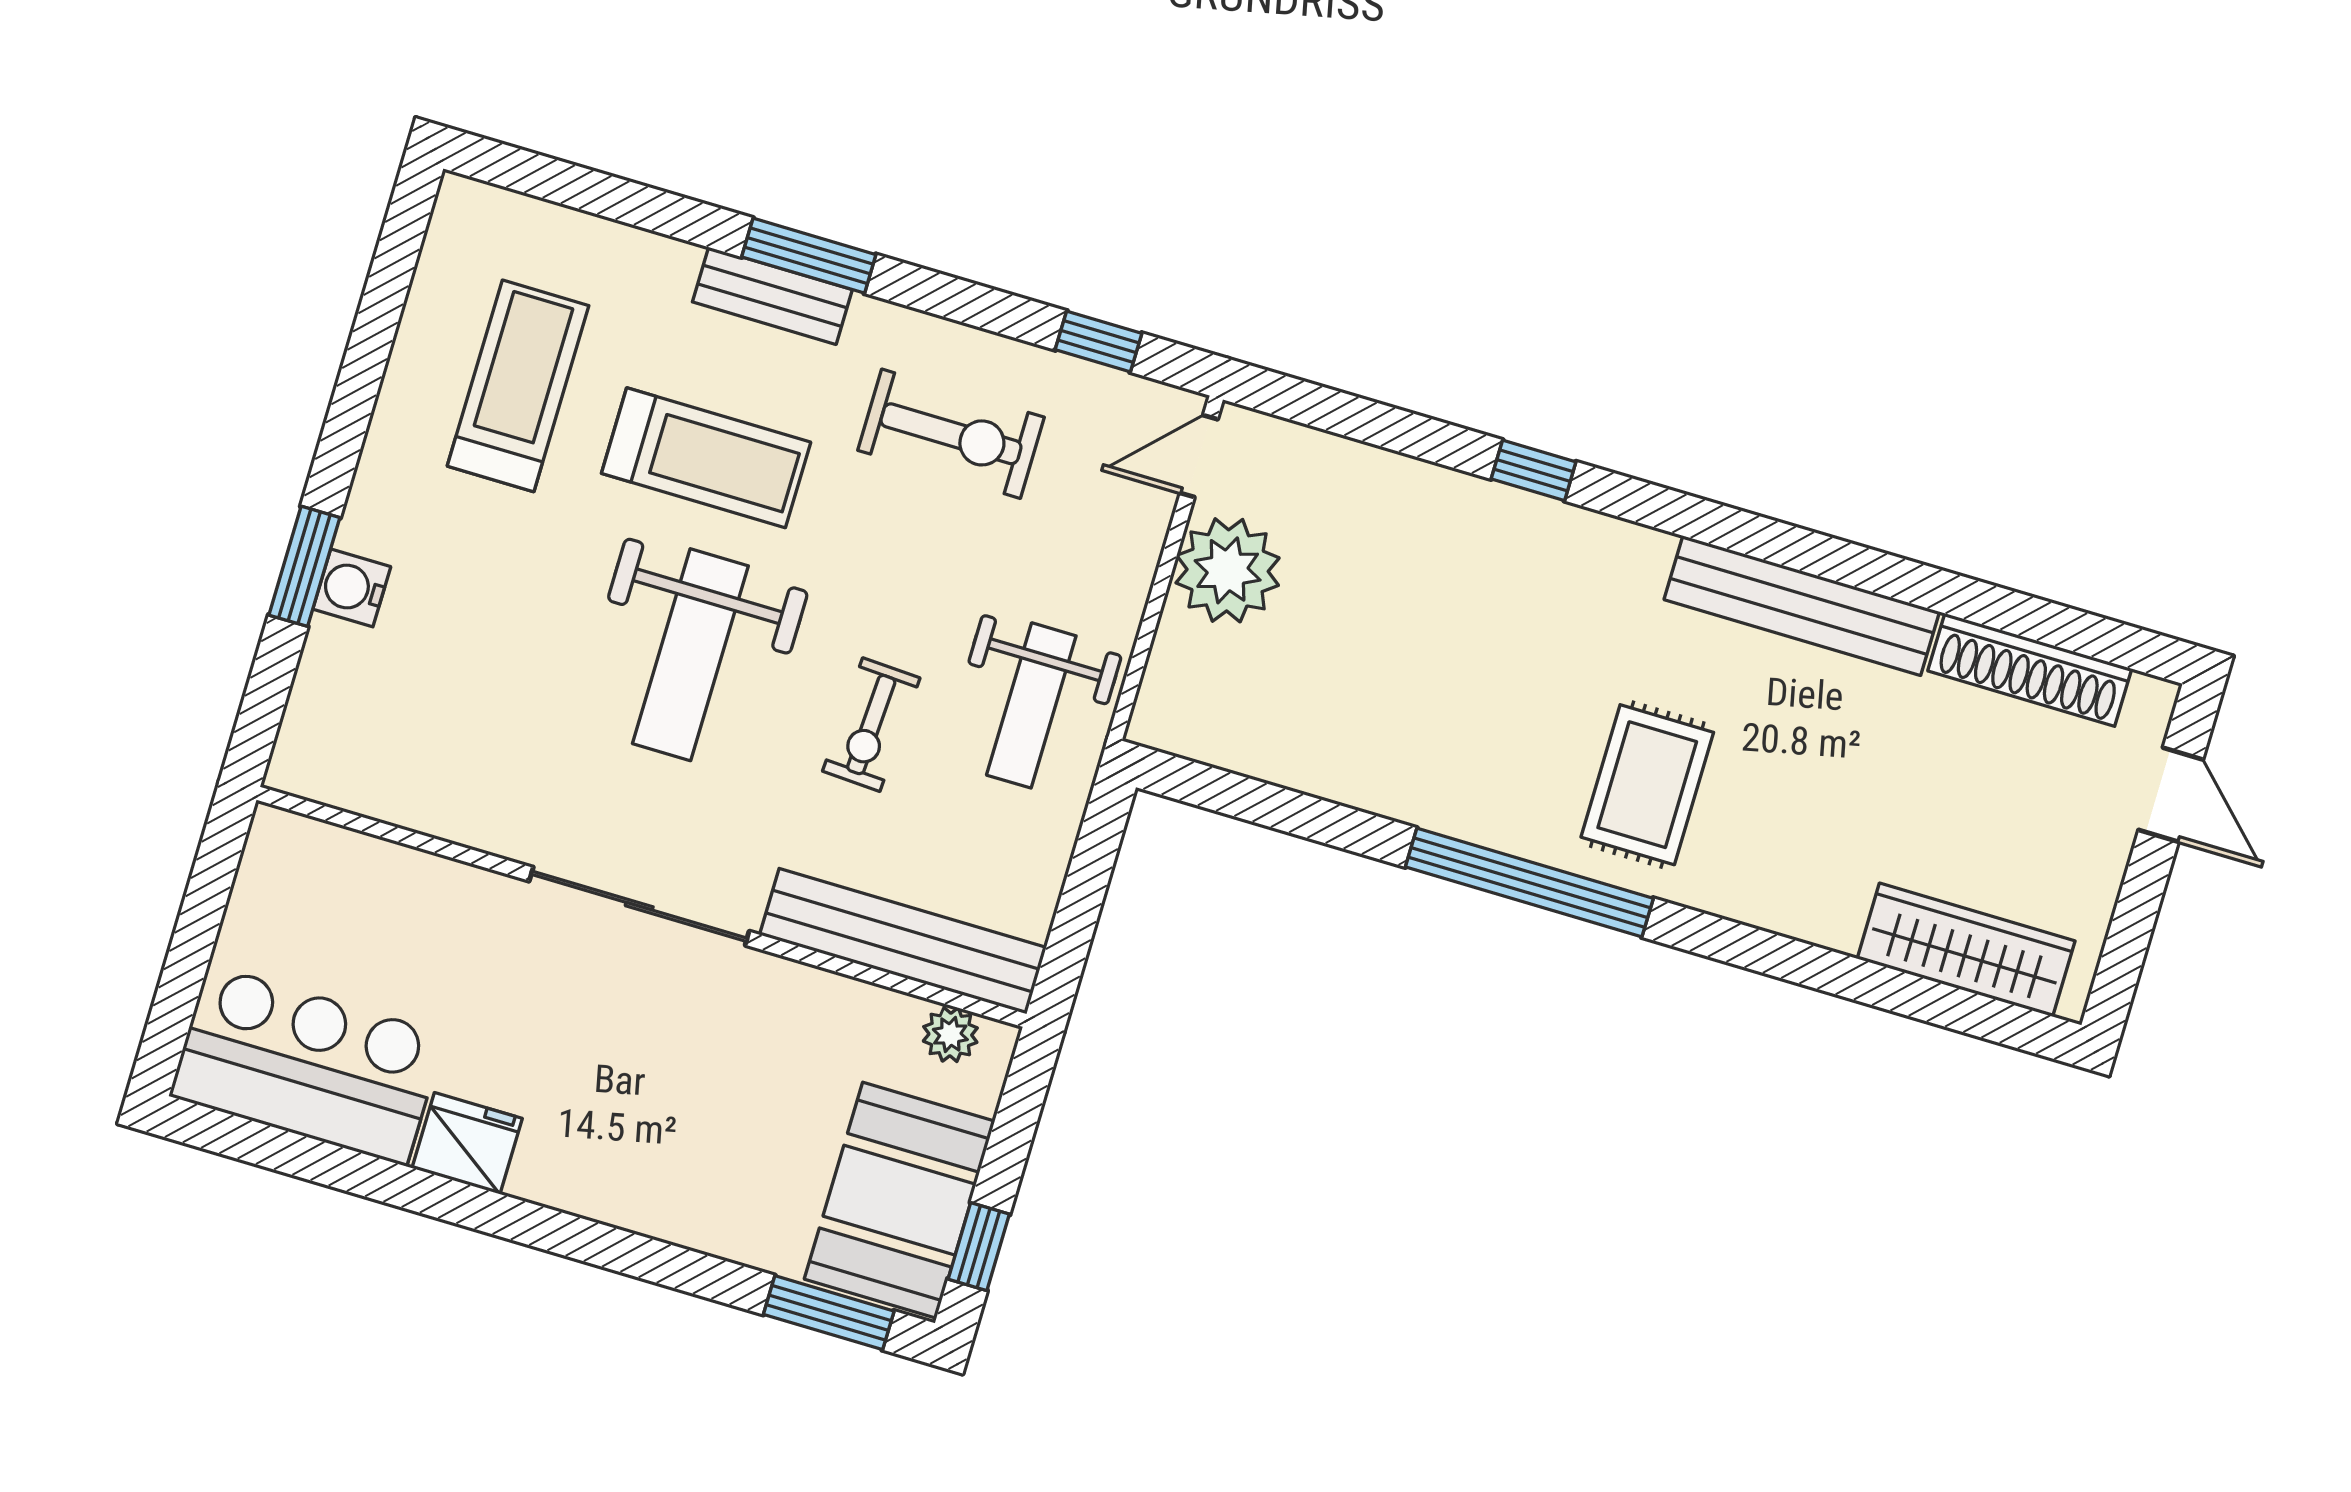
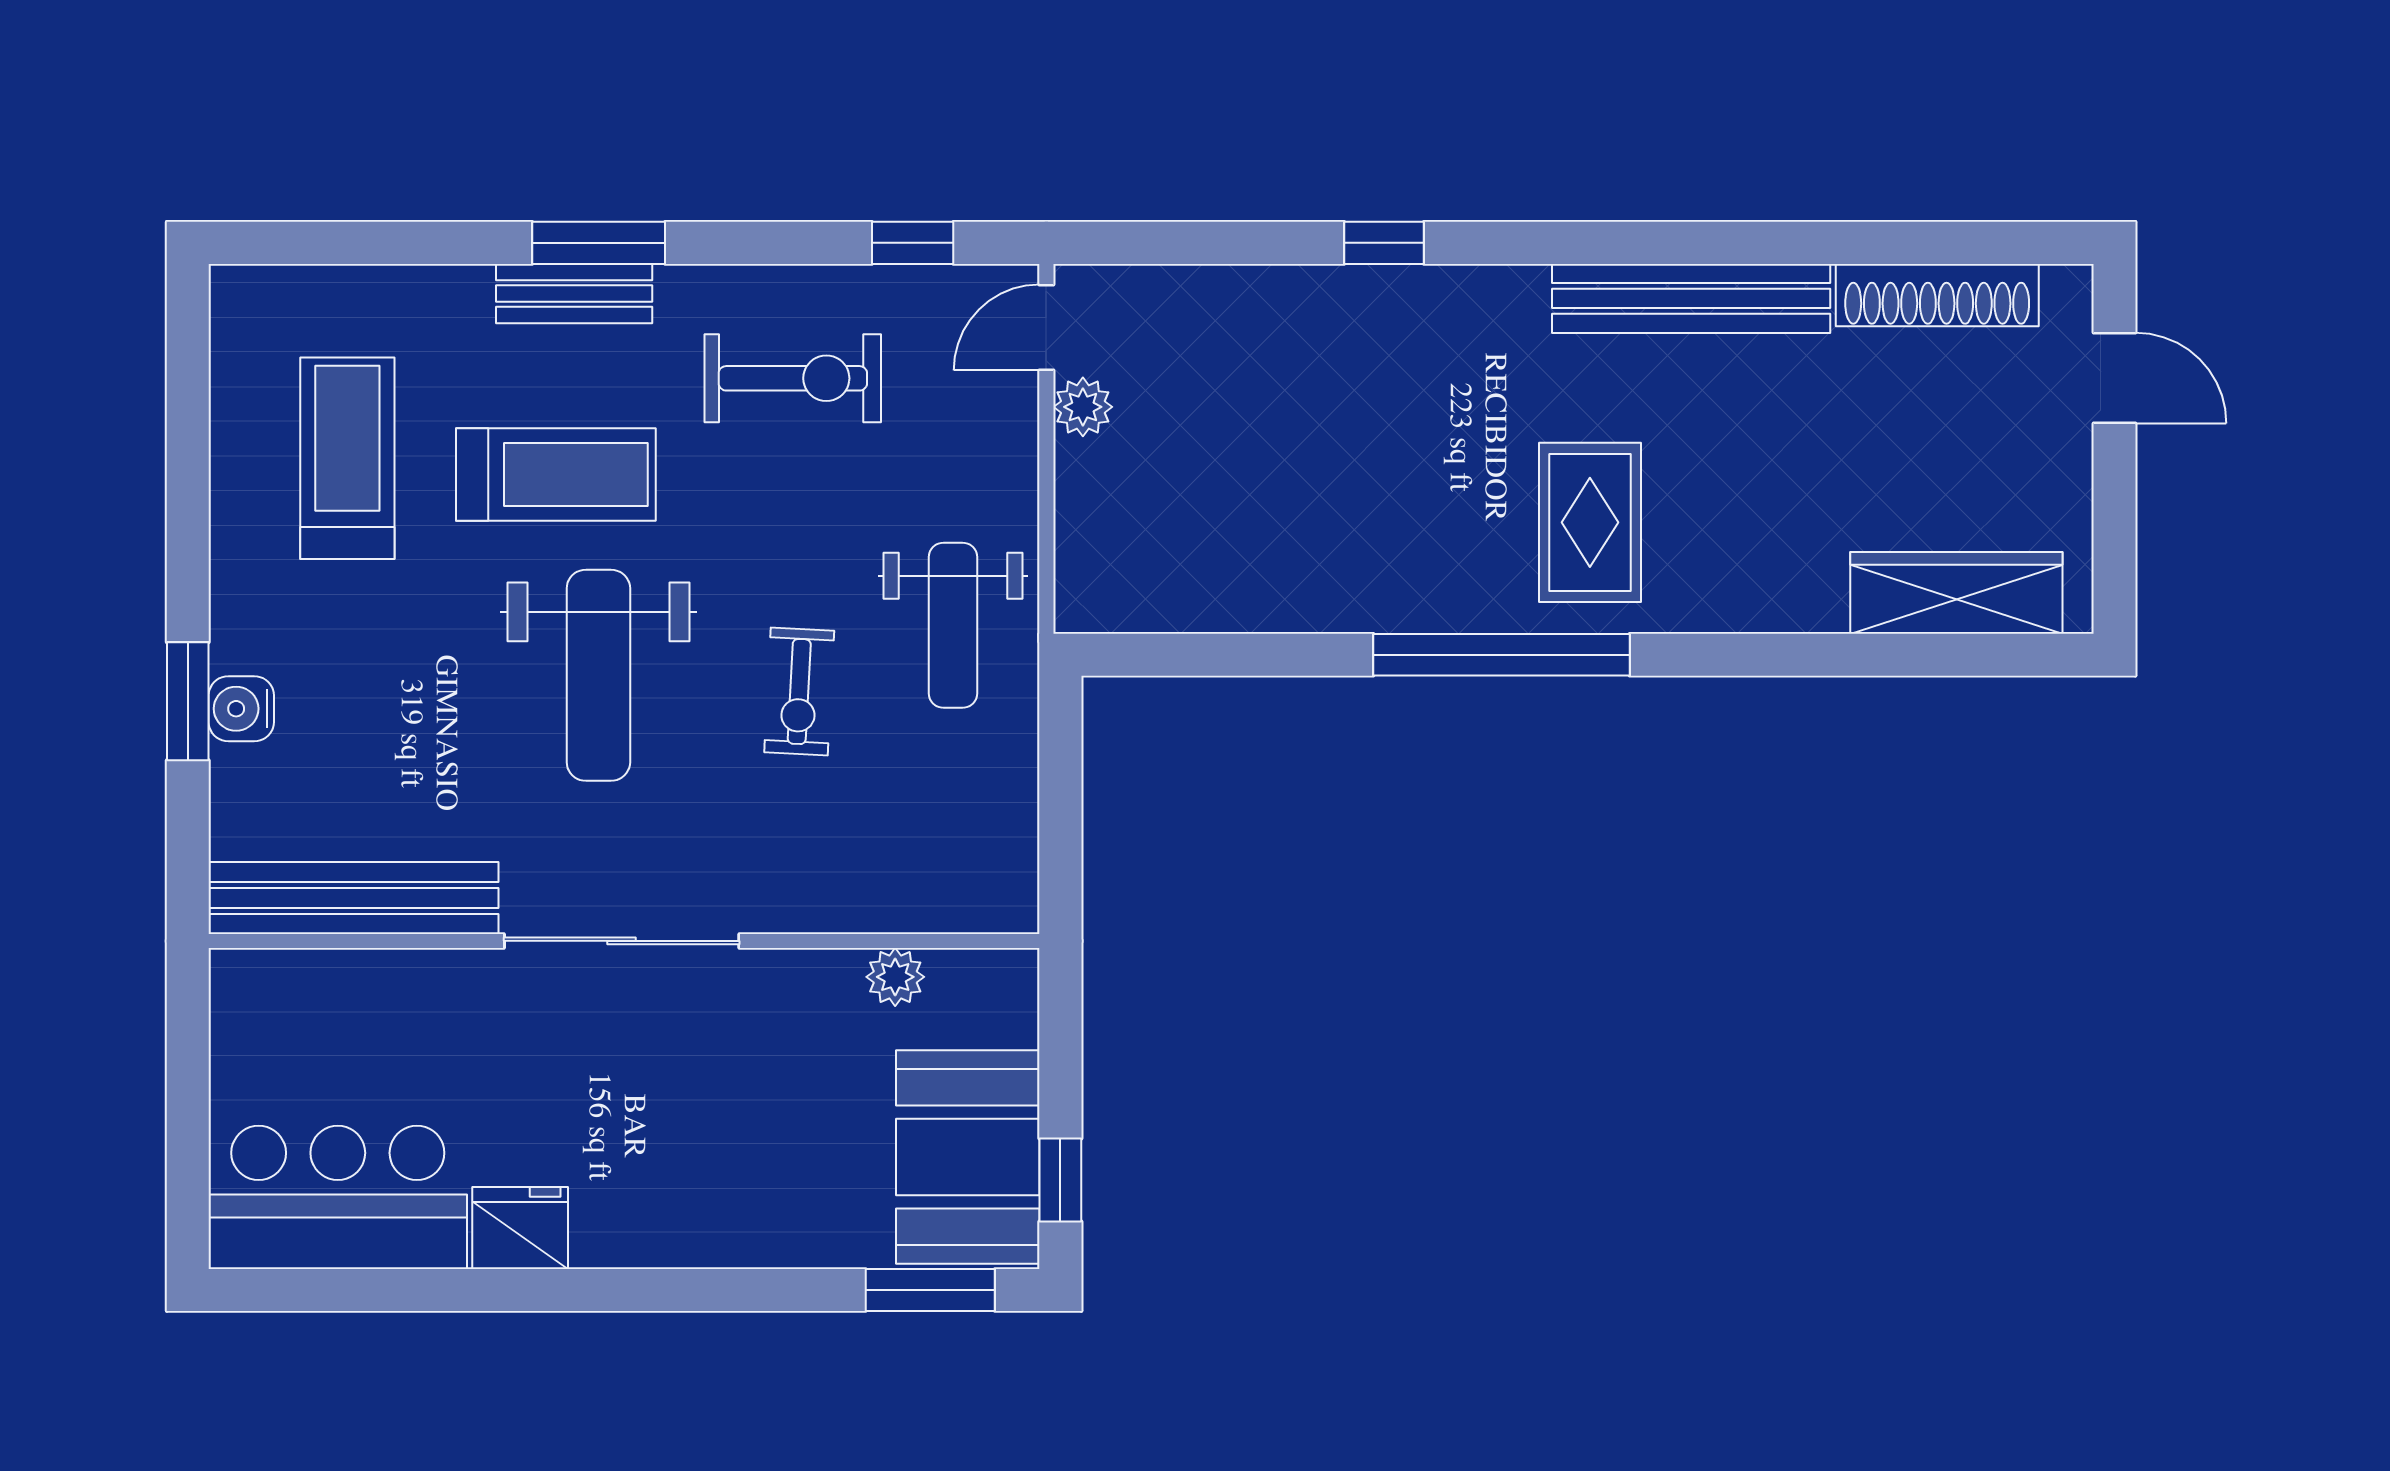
plant: (1228, 570) -> (1083, 407), width x0.53, depth x0.53
bench: (903, 941) -> (353, 898), moved
plant: (950, 1035) -> (895, 977), moved

